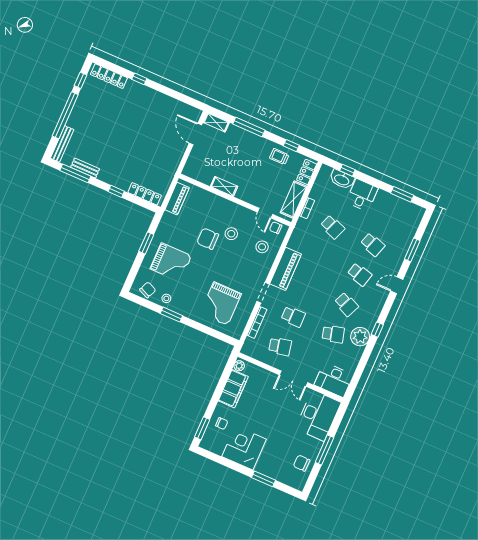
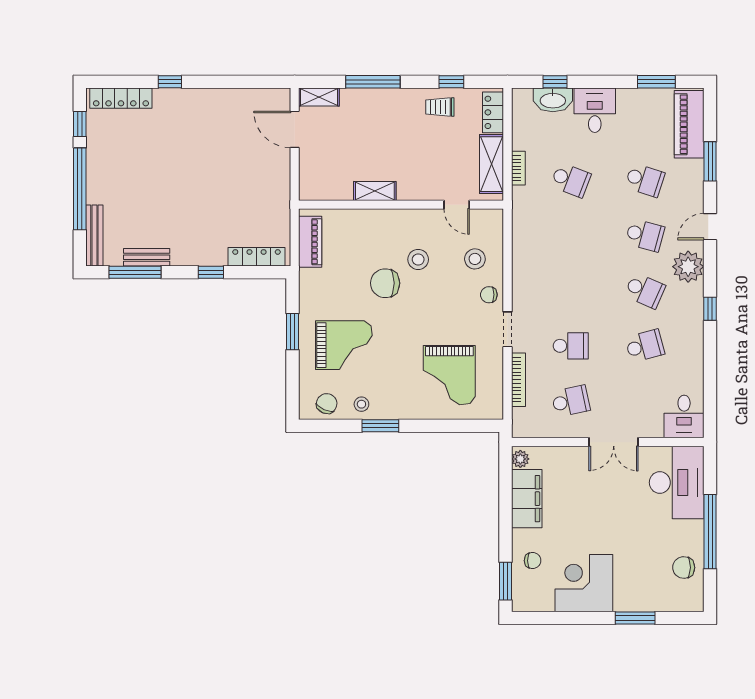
chair: (276, 228) -> (489, 295), moved
piano: (286, 269) -> (689, 124), moved, turned 180
plant: (360, 337) -> (688, 267), moved
desk: (334, 380) -> (684, 416), width x0.73
window: (324, 450) -> (710, 532), width x1.46

